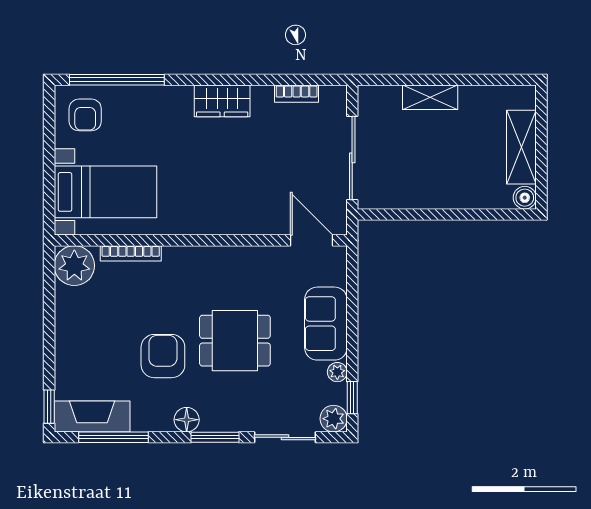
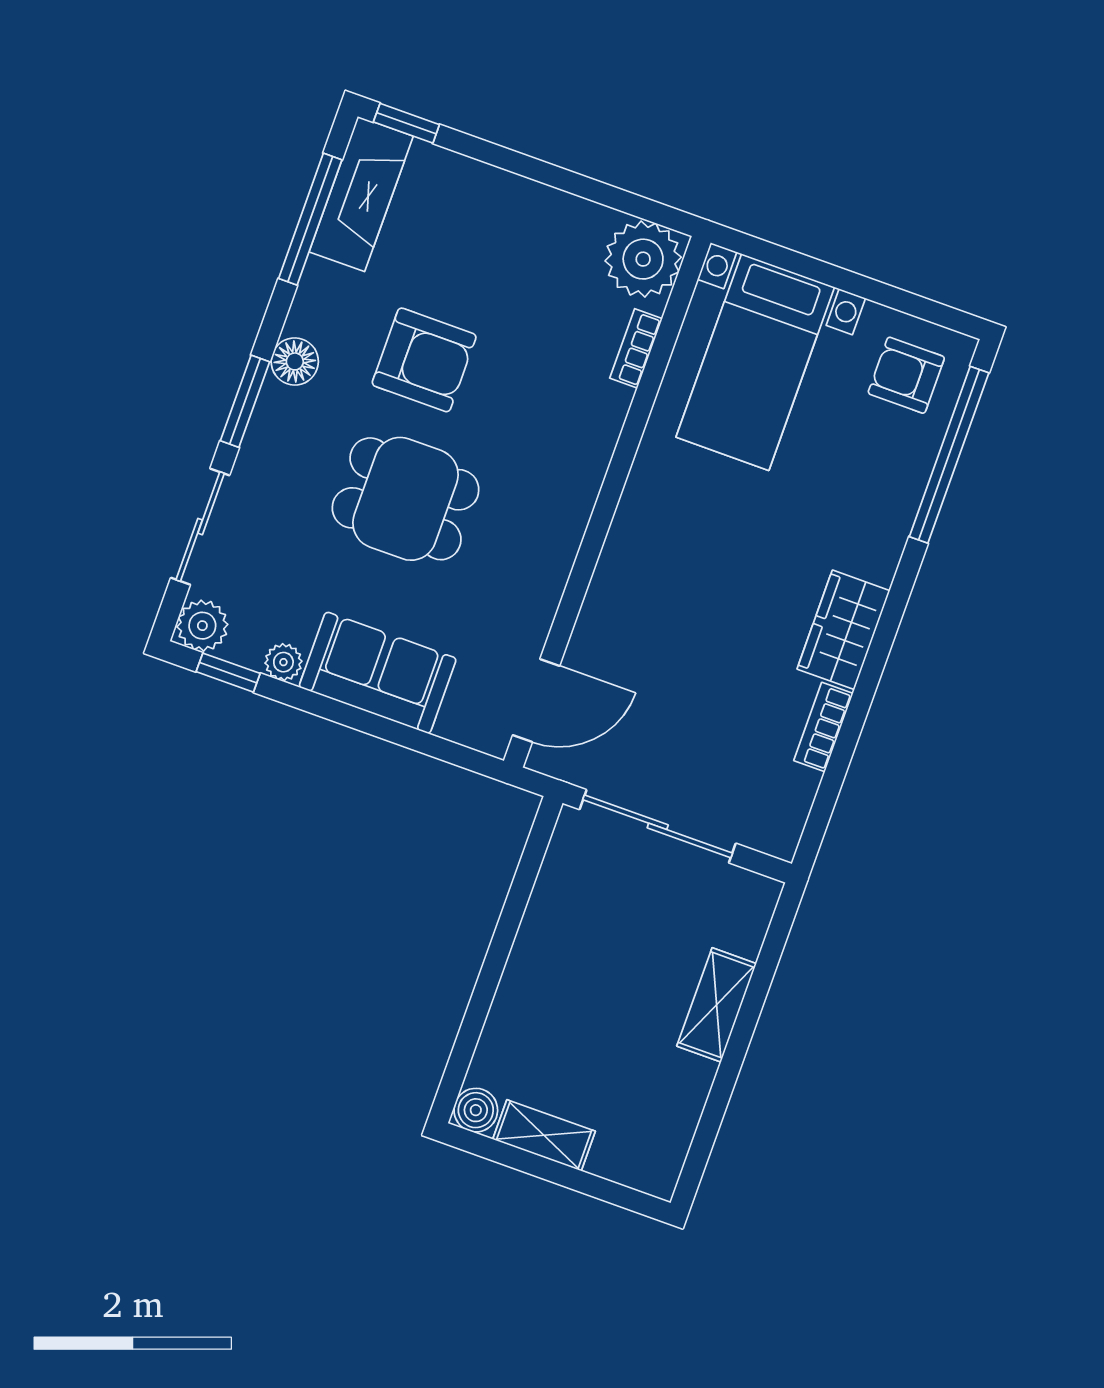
bookcase: (297, 94) -> (823, 727), moved
shelving: (521, 147) -> (544, 1135), width x0.67, depth x0.75
bookcase: (131, 253) -> (636, 348), width x0.64
dining table: (235, 341) -> (405, 499), turned 90

